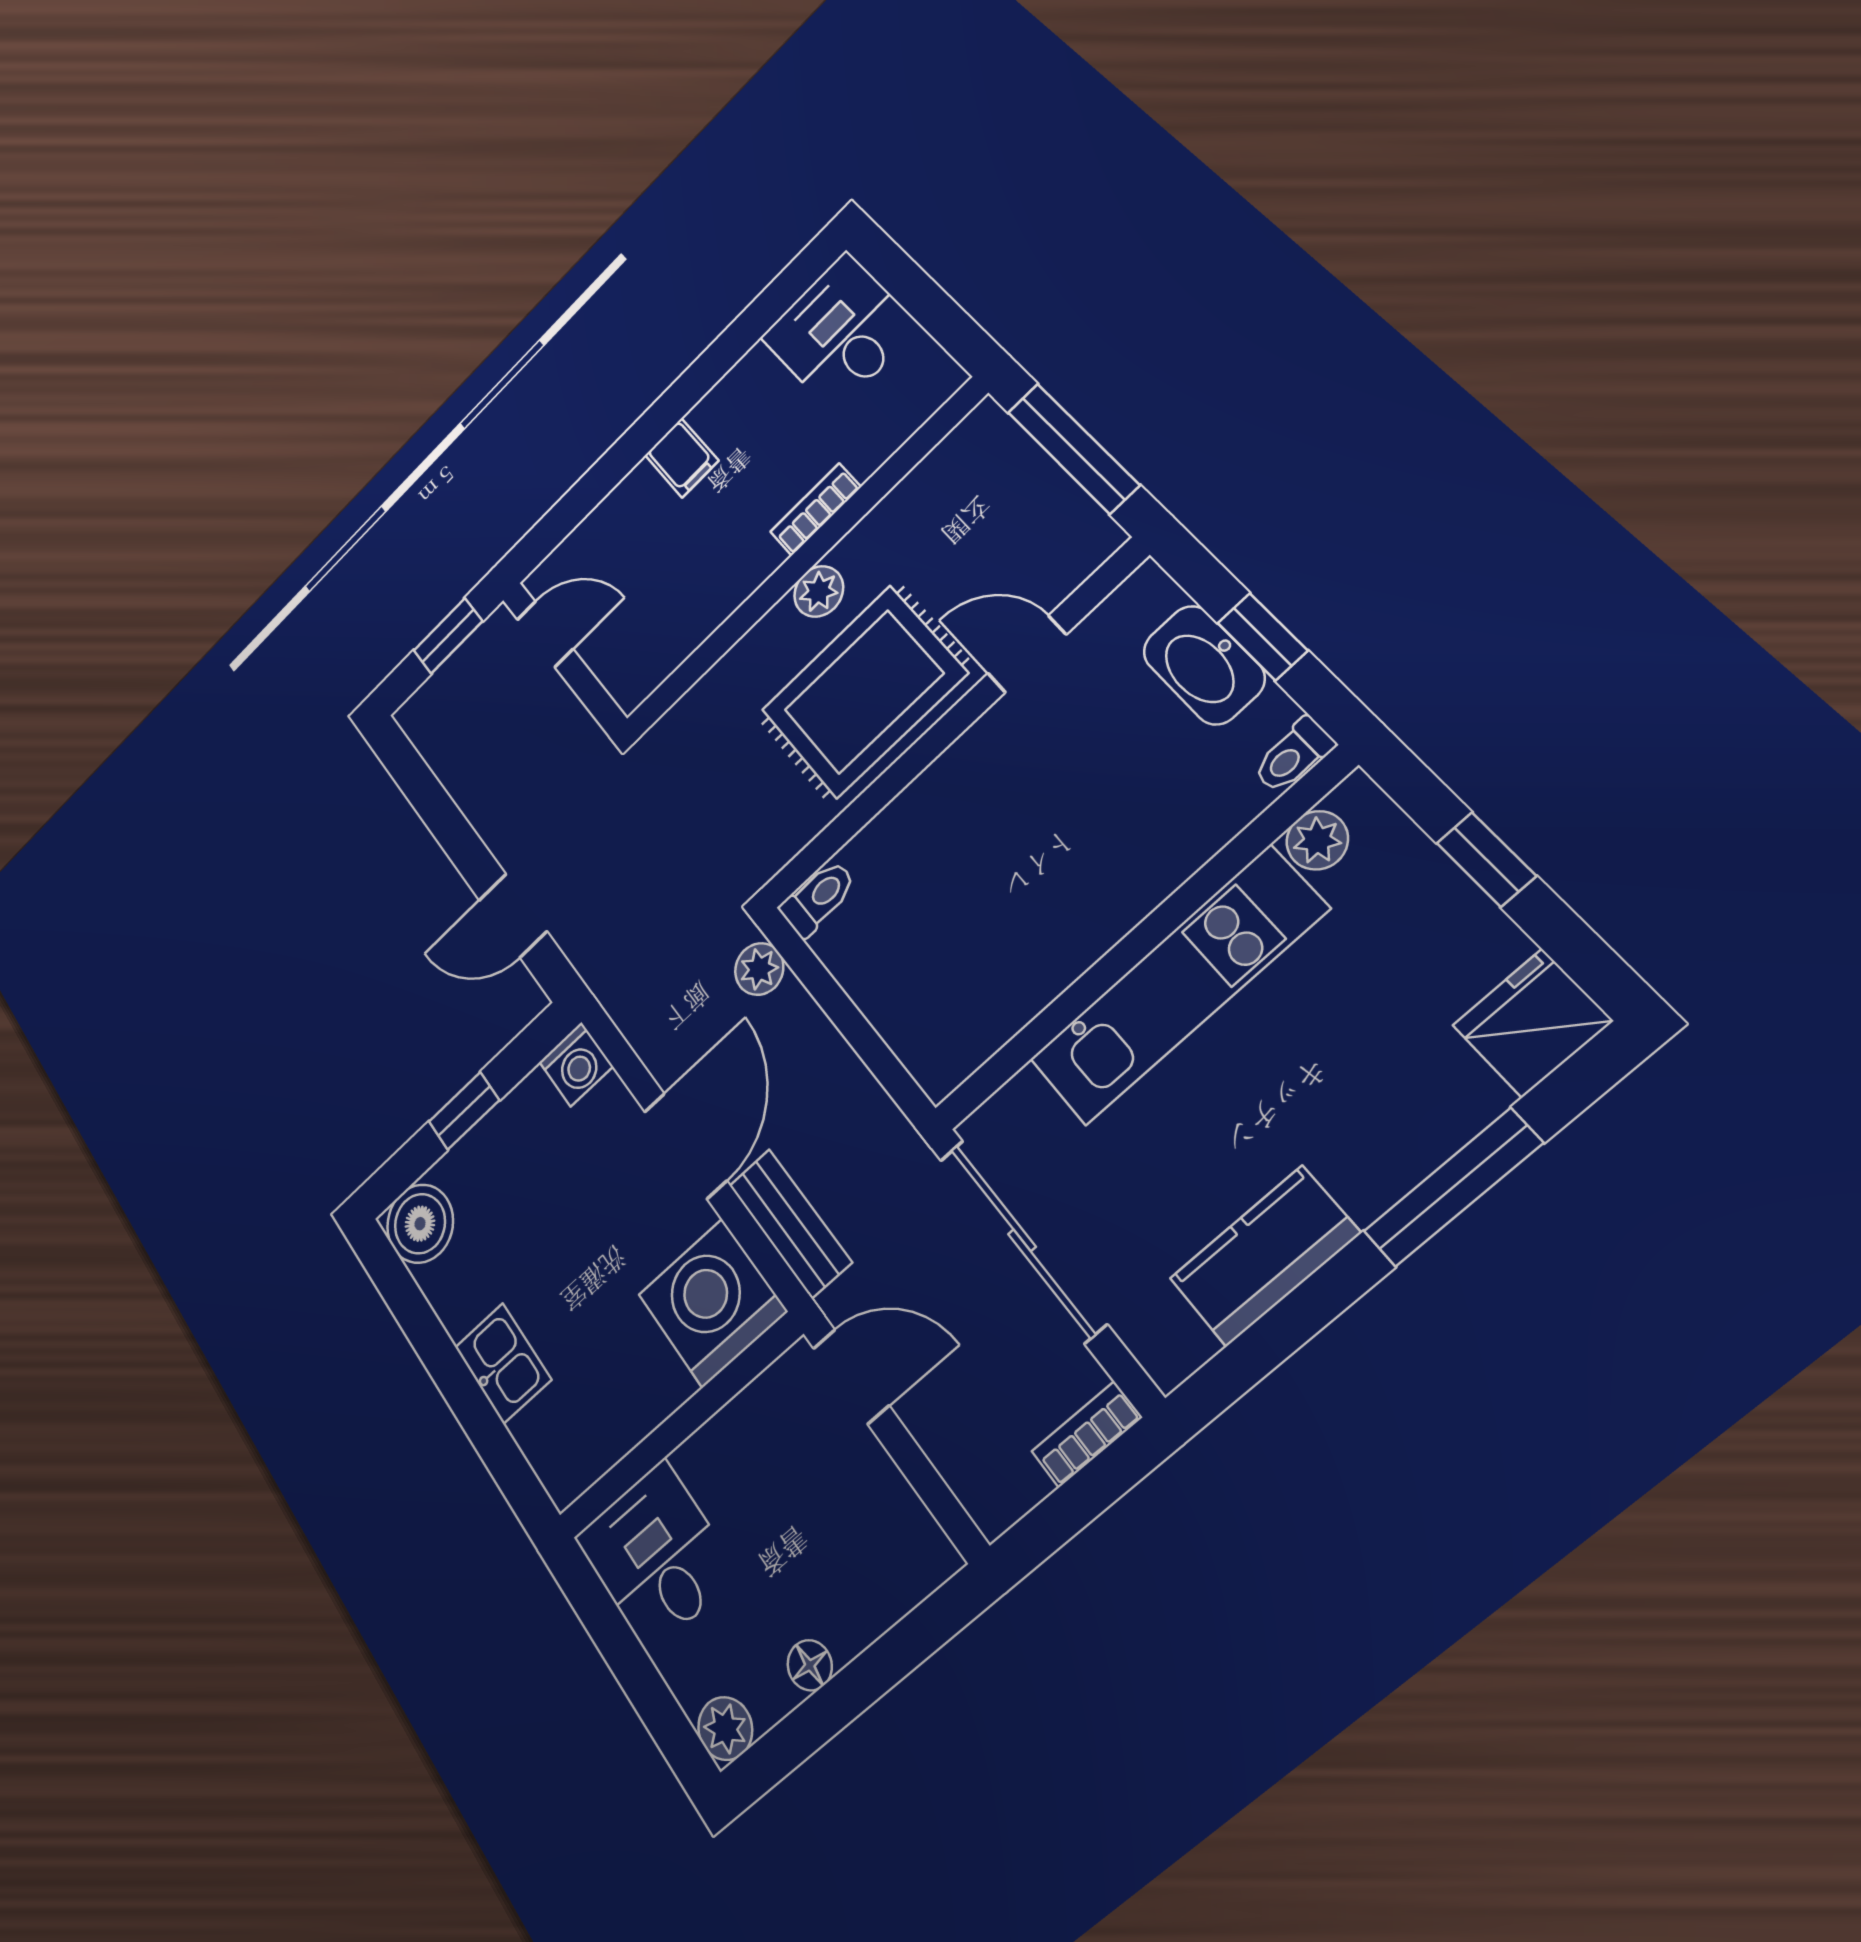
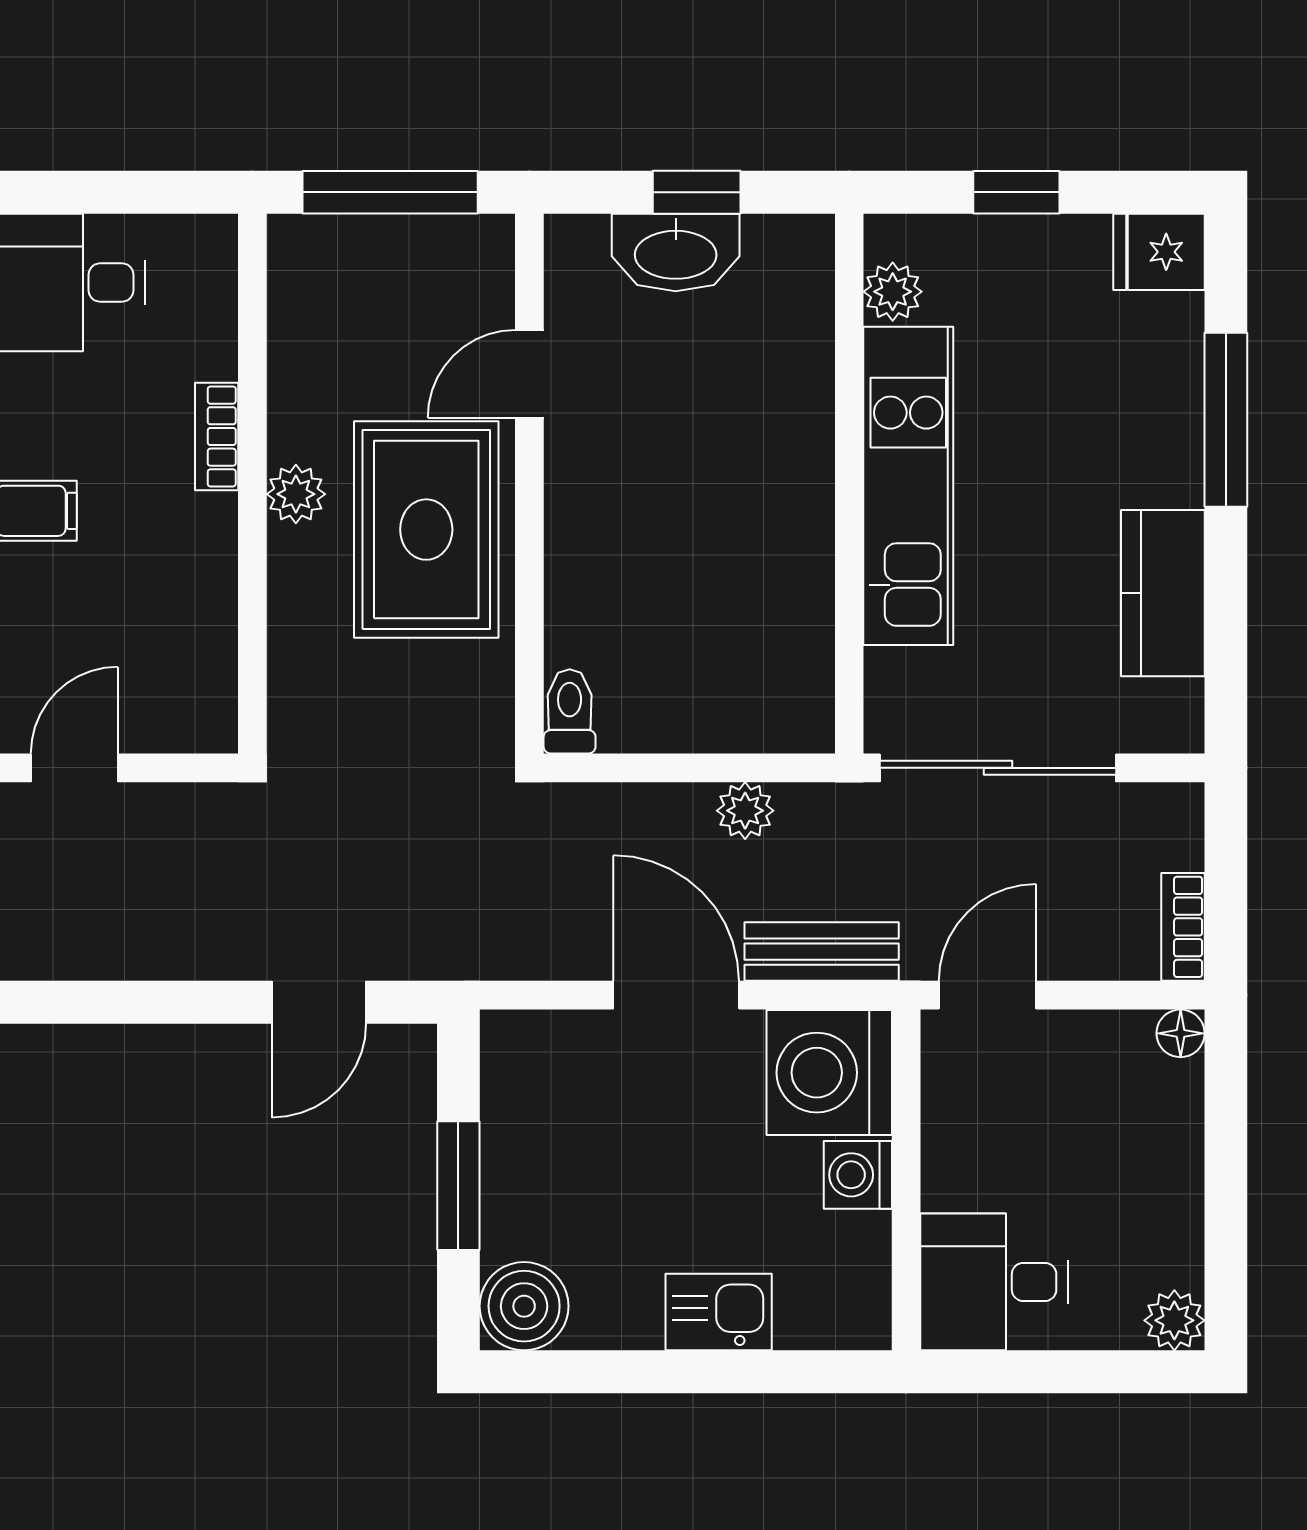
toilet: (1293, 755) -> (811, 252), removed
plant: (759, 969) -> (745, 811), moved
fridge: (1532, 1023) -> (1159, 252), width x0.72
washing machine: (576, 1064) -> (858, 1175), moved, turned 180
window: (464, 1111) -> (458, 1186), width x1.50
bookcase: (1087, 1434) -> (1183, 927), moved
floor lamp: (810, 1665) -> (1181, 1033), moved

